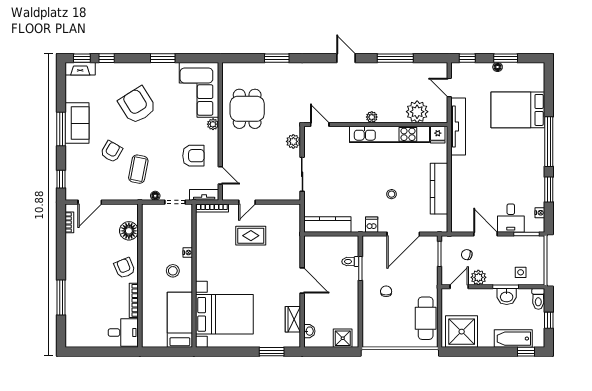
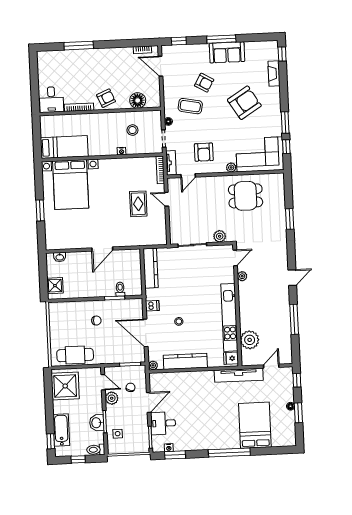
window: (107, 58) -> (286, 147), moved
fireplace: (80, 69) -> (274, 73), moved
plant: (372, 117) -> (242, 276), moved
window: (549, 190) -> (175, 455), moved
plant: (442, 227) -> (153, 365), added
stool: (173, 271) -> (132, 130), moved
wardrobe: (293, 319) -> (69, 243), removed
window: (272, 352) -> (40, 210), moved

